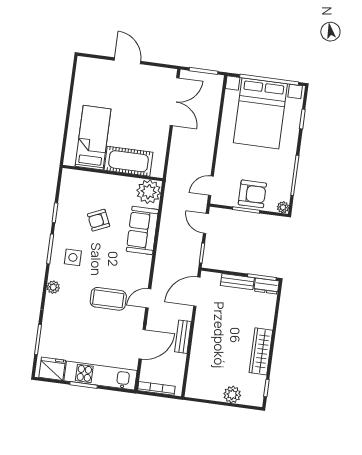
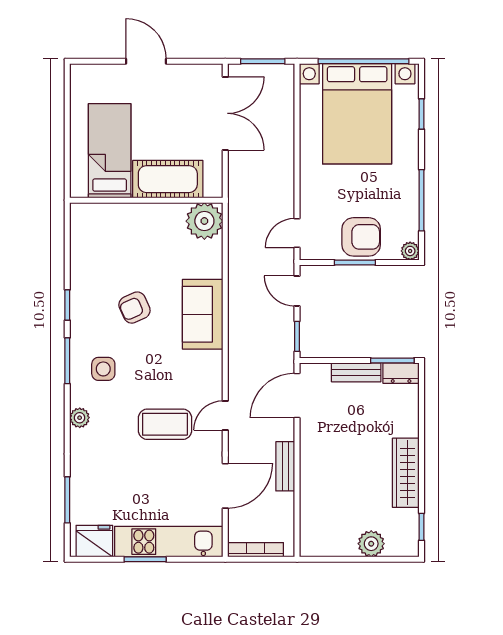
bed: (93, 138) -> (110, 151), moved
cot: (129, 161) -> (168, 179), moved
wall: (113, 173) -> (146, 200), moved
plant: (149, 192) -> (204, 221), moved

